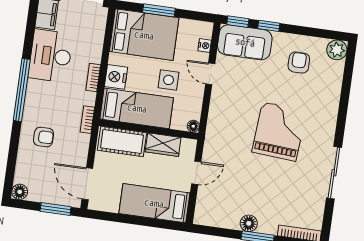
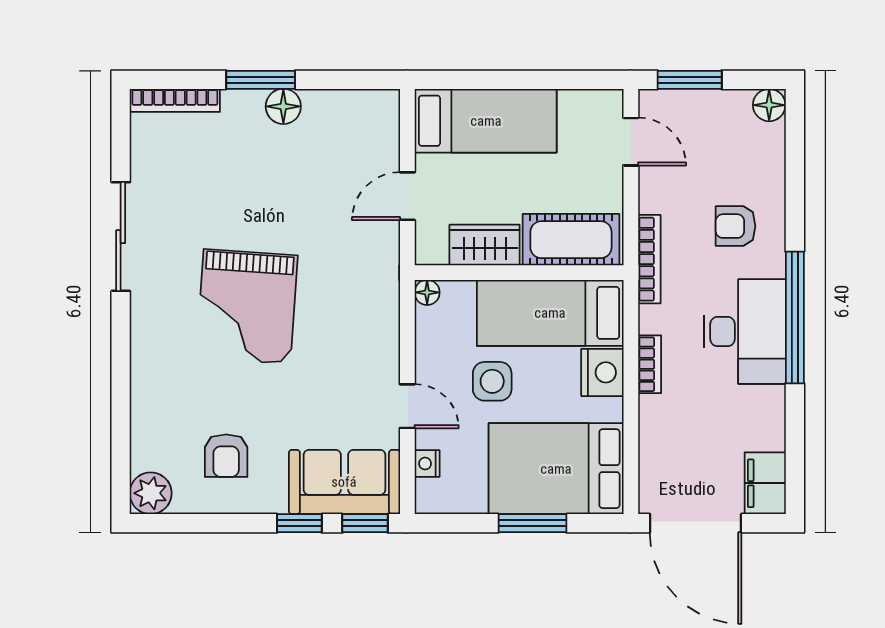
desk: (51, 56) -> (745, 332), moved
bookcase: (87, 120) -> (649, 259), width x1.56
door: (87, 184) -> (631, 142), width x0.73

